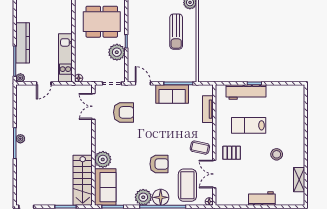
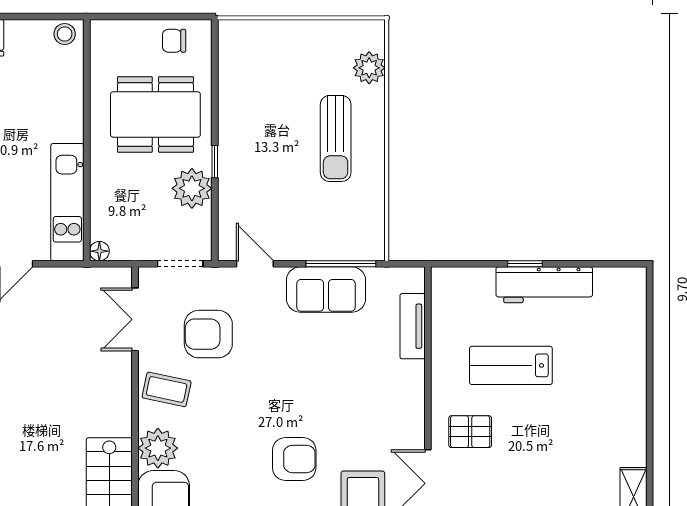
workbench: (246, 92) -> (544, 285), moved
armchair: (124, 112) -> (208, 334), turned 180
coffee table: (200, 148) -> (167, 389), moved
stool: (277, 154) -> (579, 436), removed

